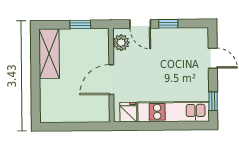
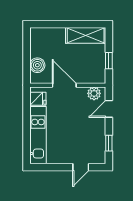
window: (168, 24) -> (109, 143), moved
window: (213, 101) -> (46, 167), removed
boiler: (87, 113) -> (37, 65), added

